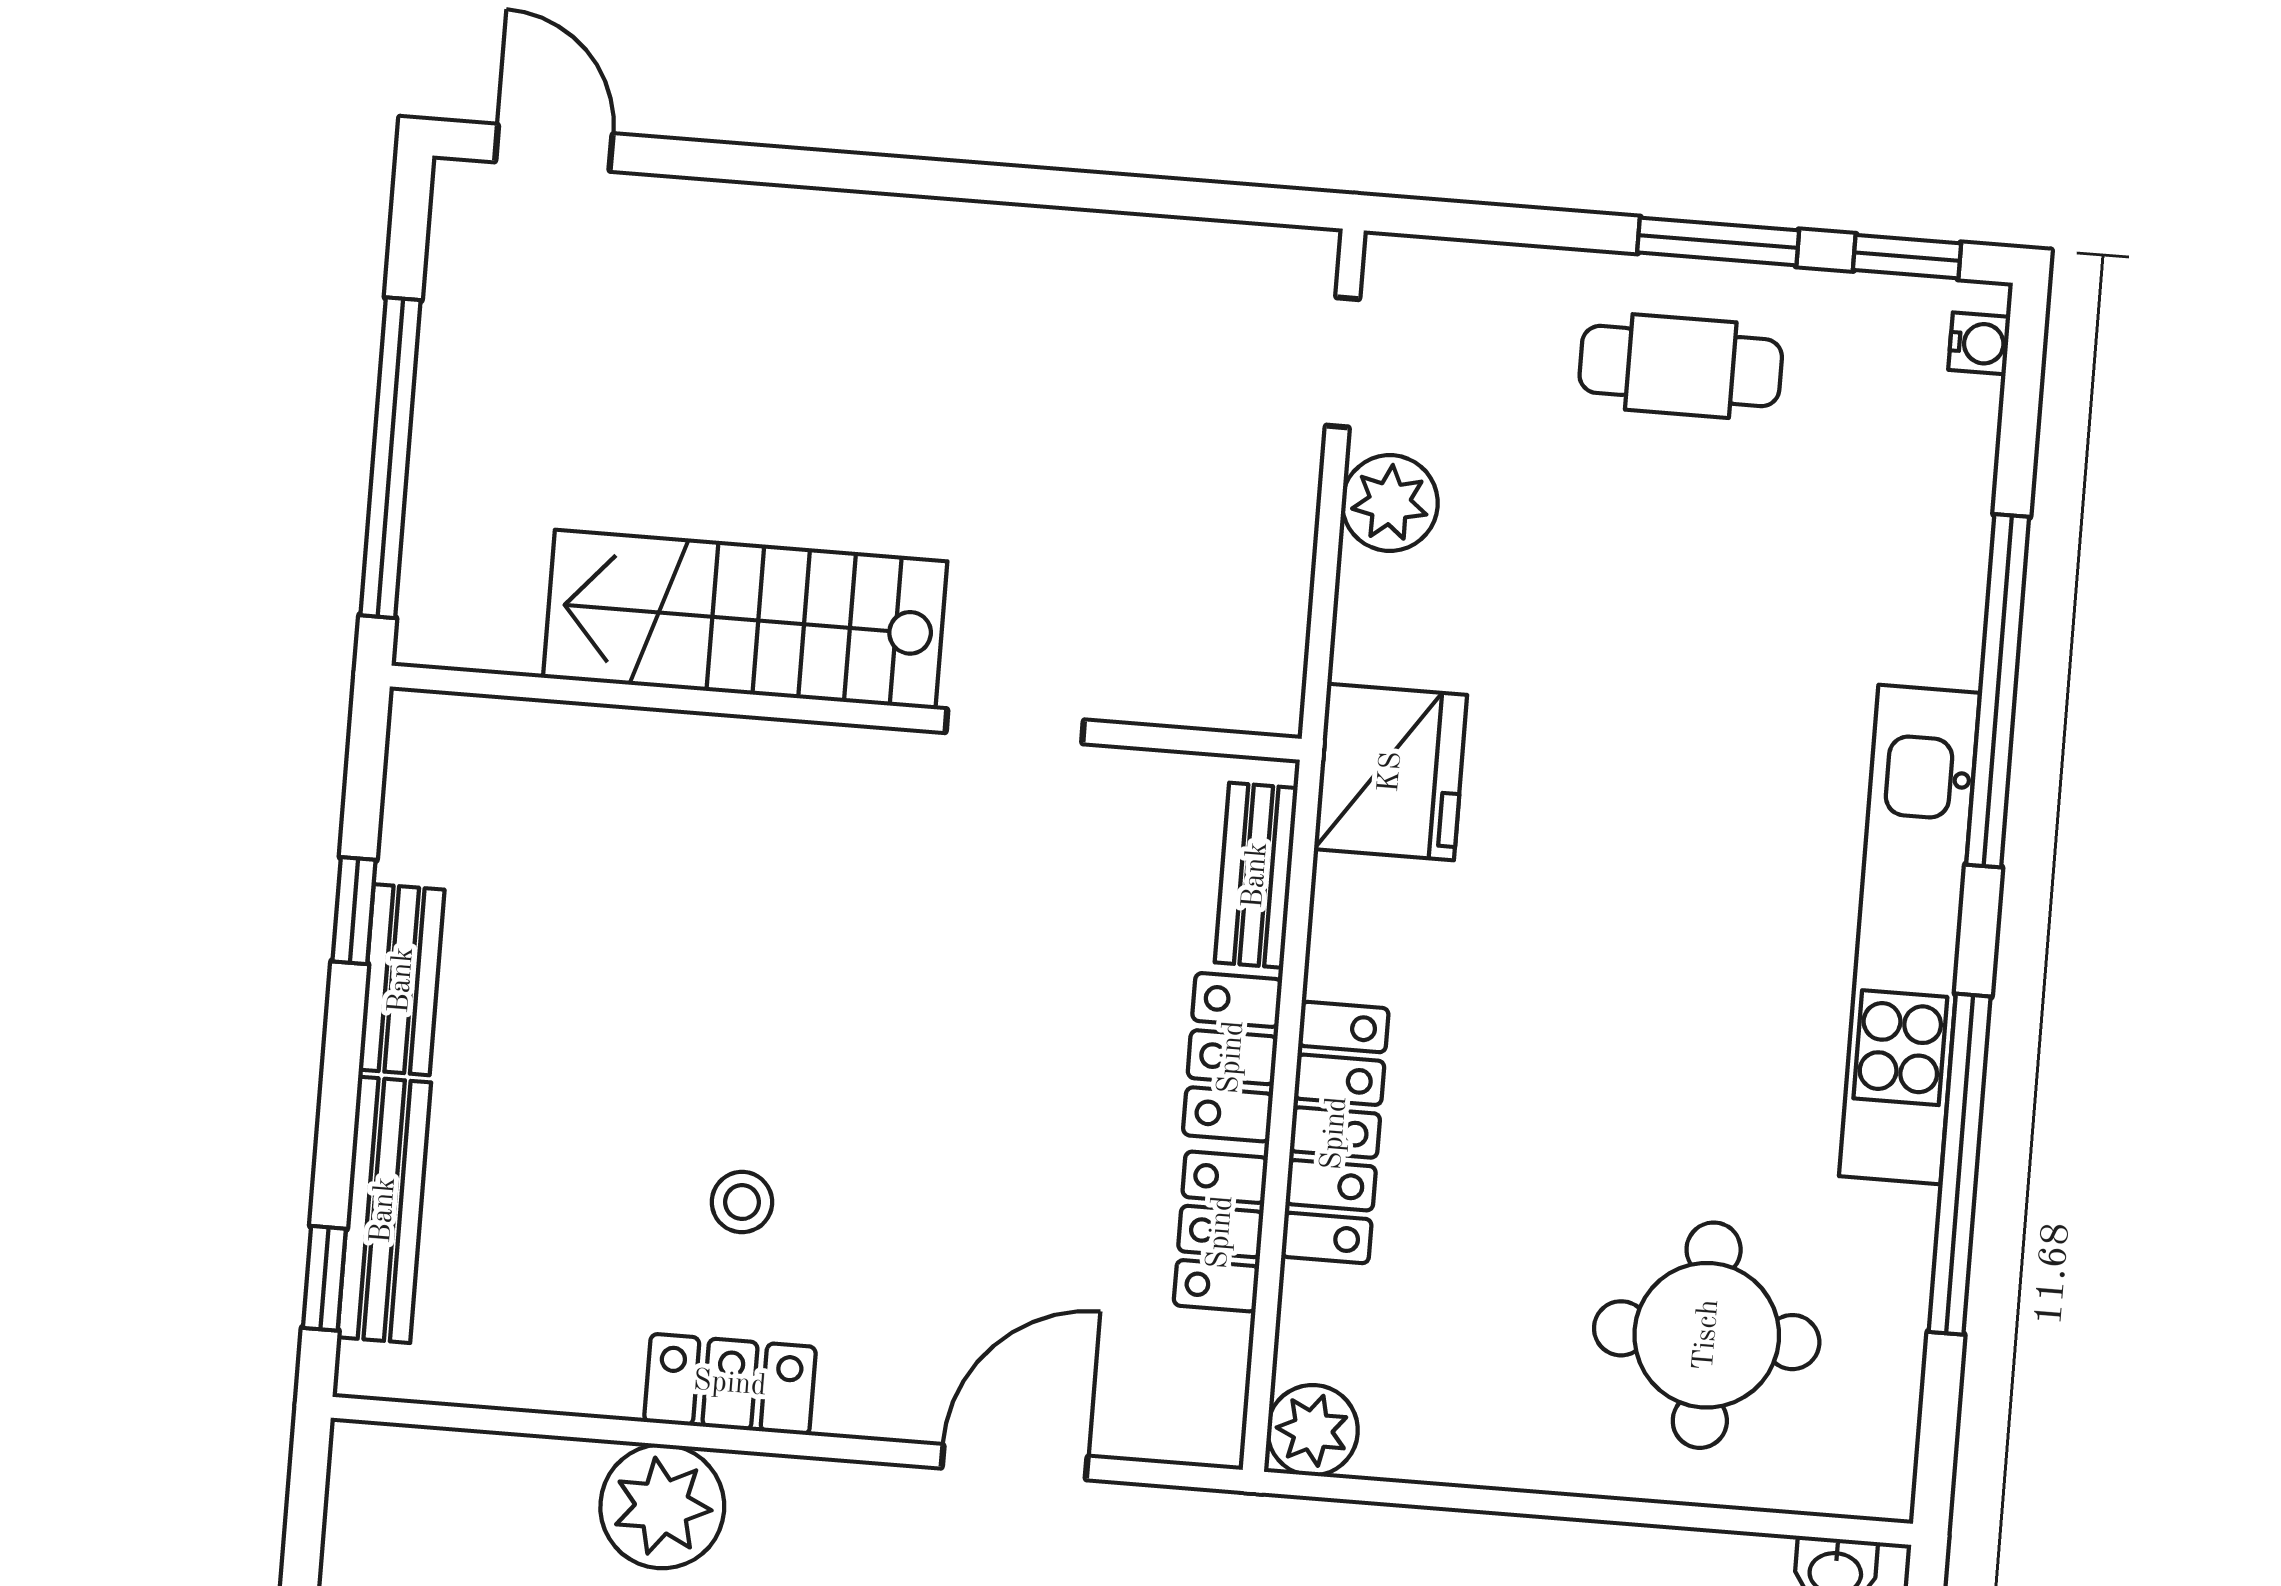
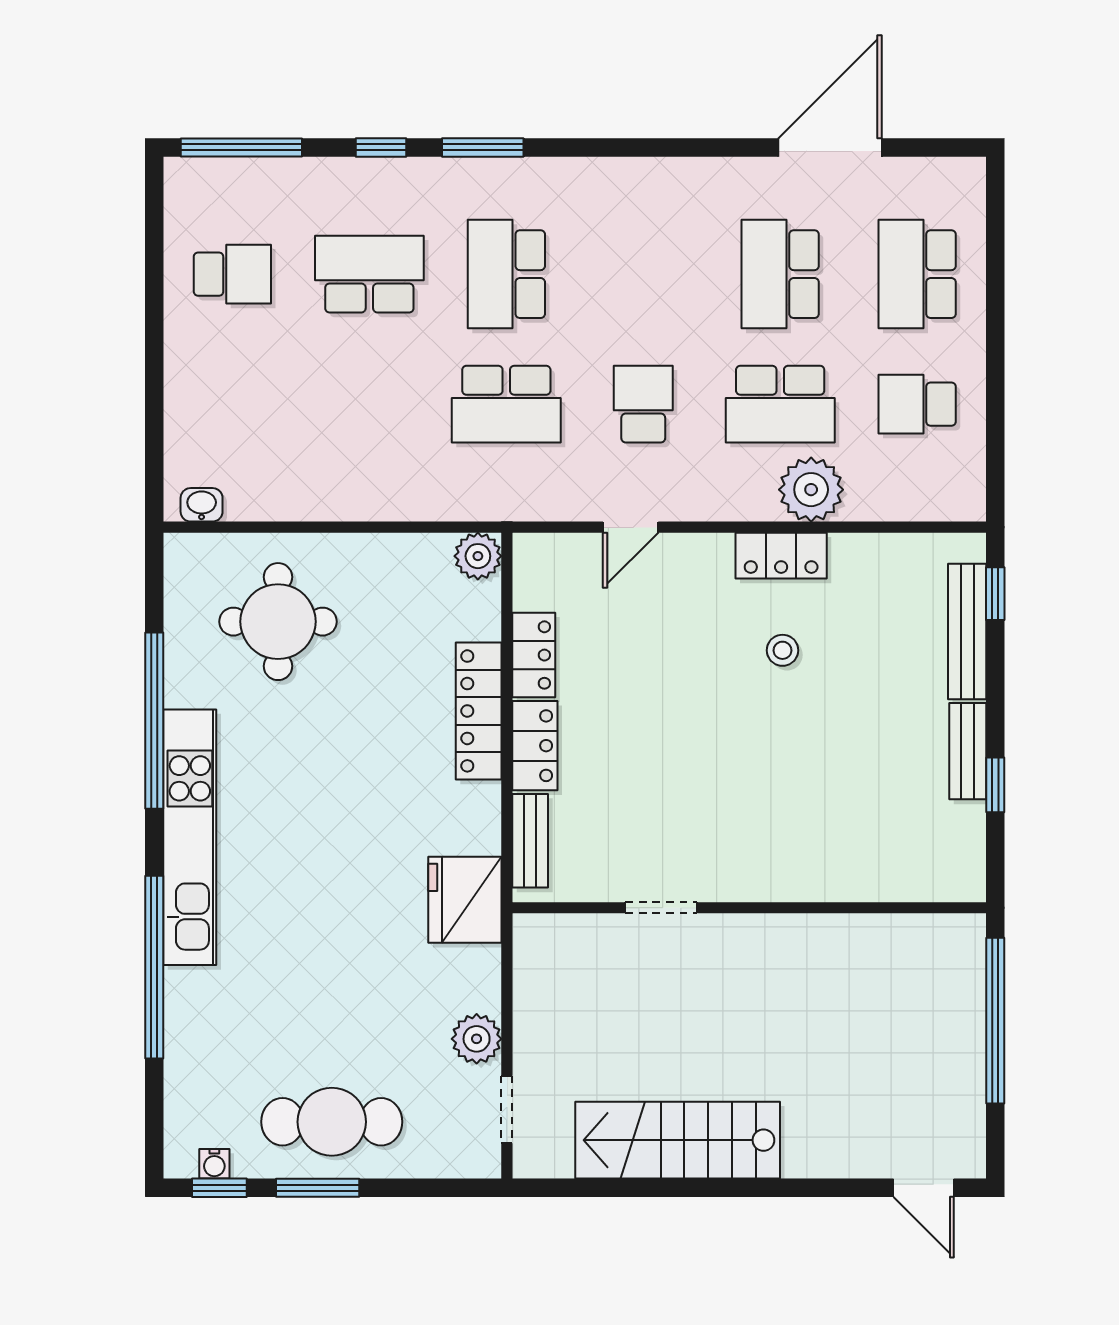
water cooler: (1979, 343) -> (214, 1164), moved, turned -90
cafe table: (1681, 366) -> (332, 1122), width x1.37, depth x1.35
stairs: (745, 620) -> (678, 1140), moved, turned 180
door: (1015, 1462) -> (631, 527), width x0.73

